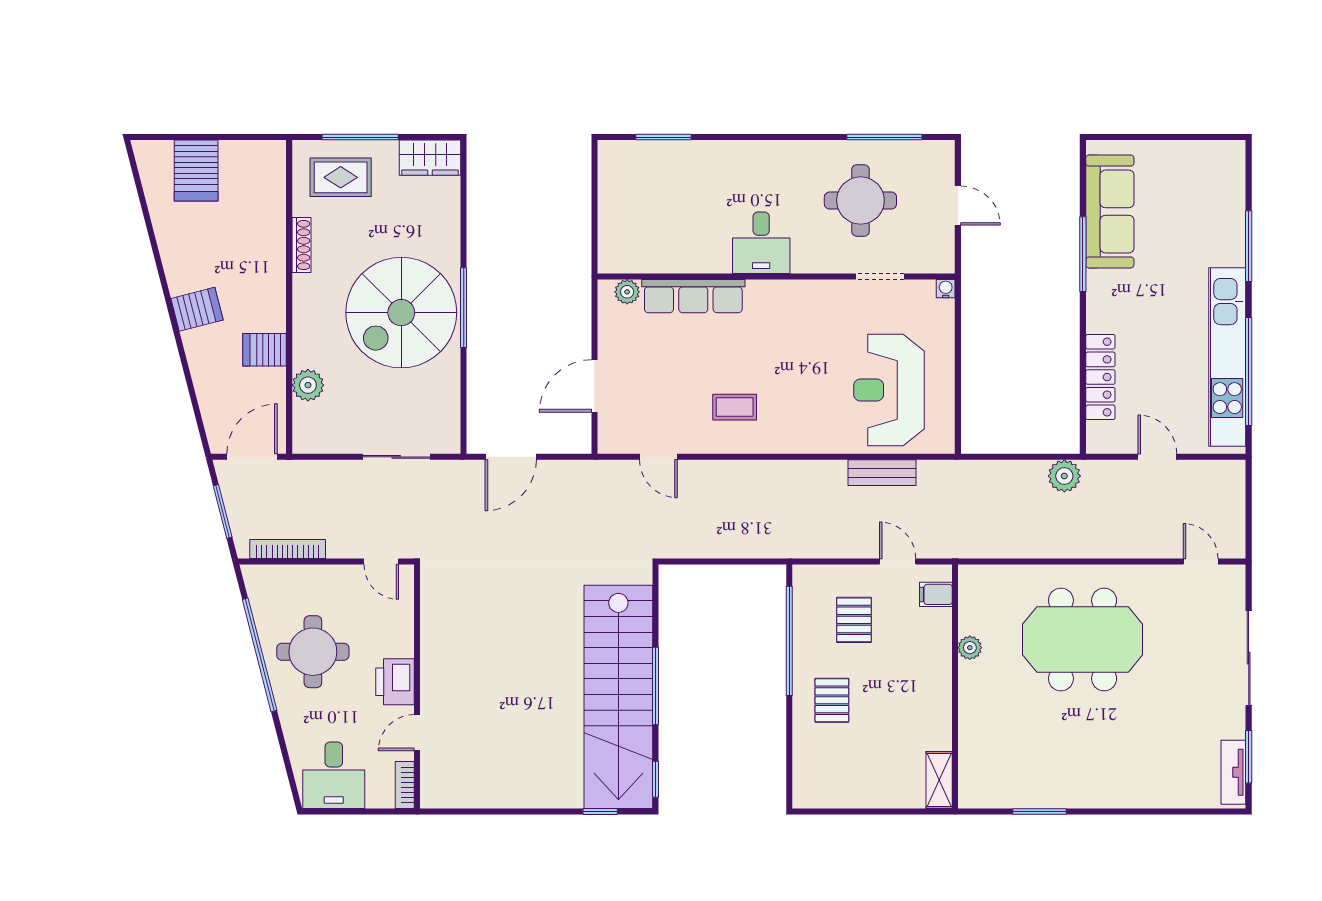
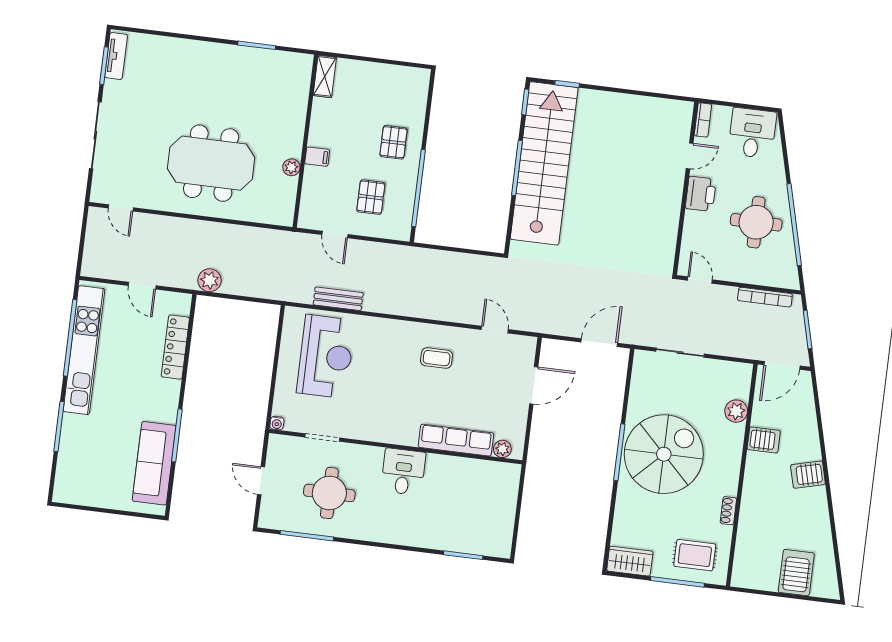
shoe rack: (301, 245) -> (728, 511), width x0.70
filing cabinet: (936, 594) -> (317, 157), moved

